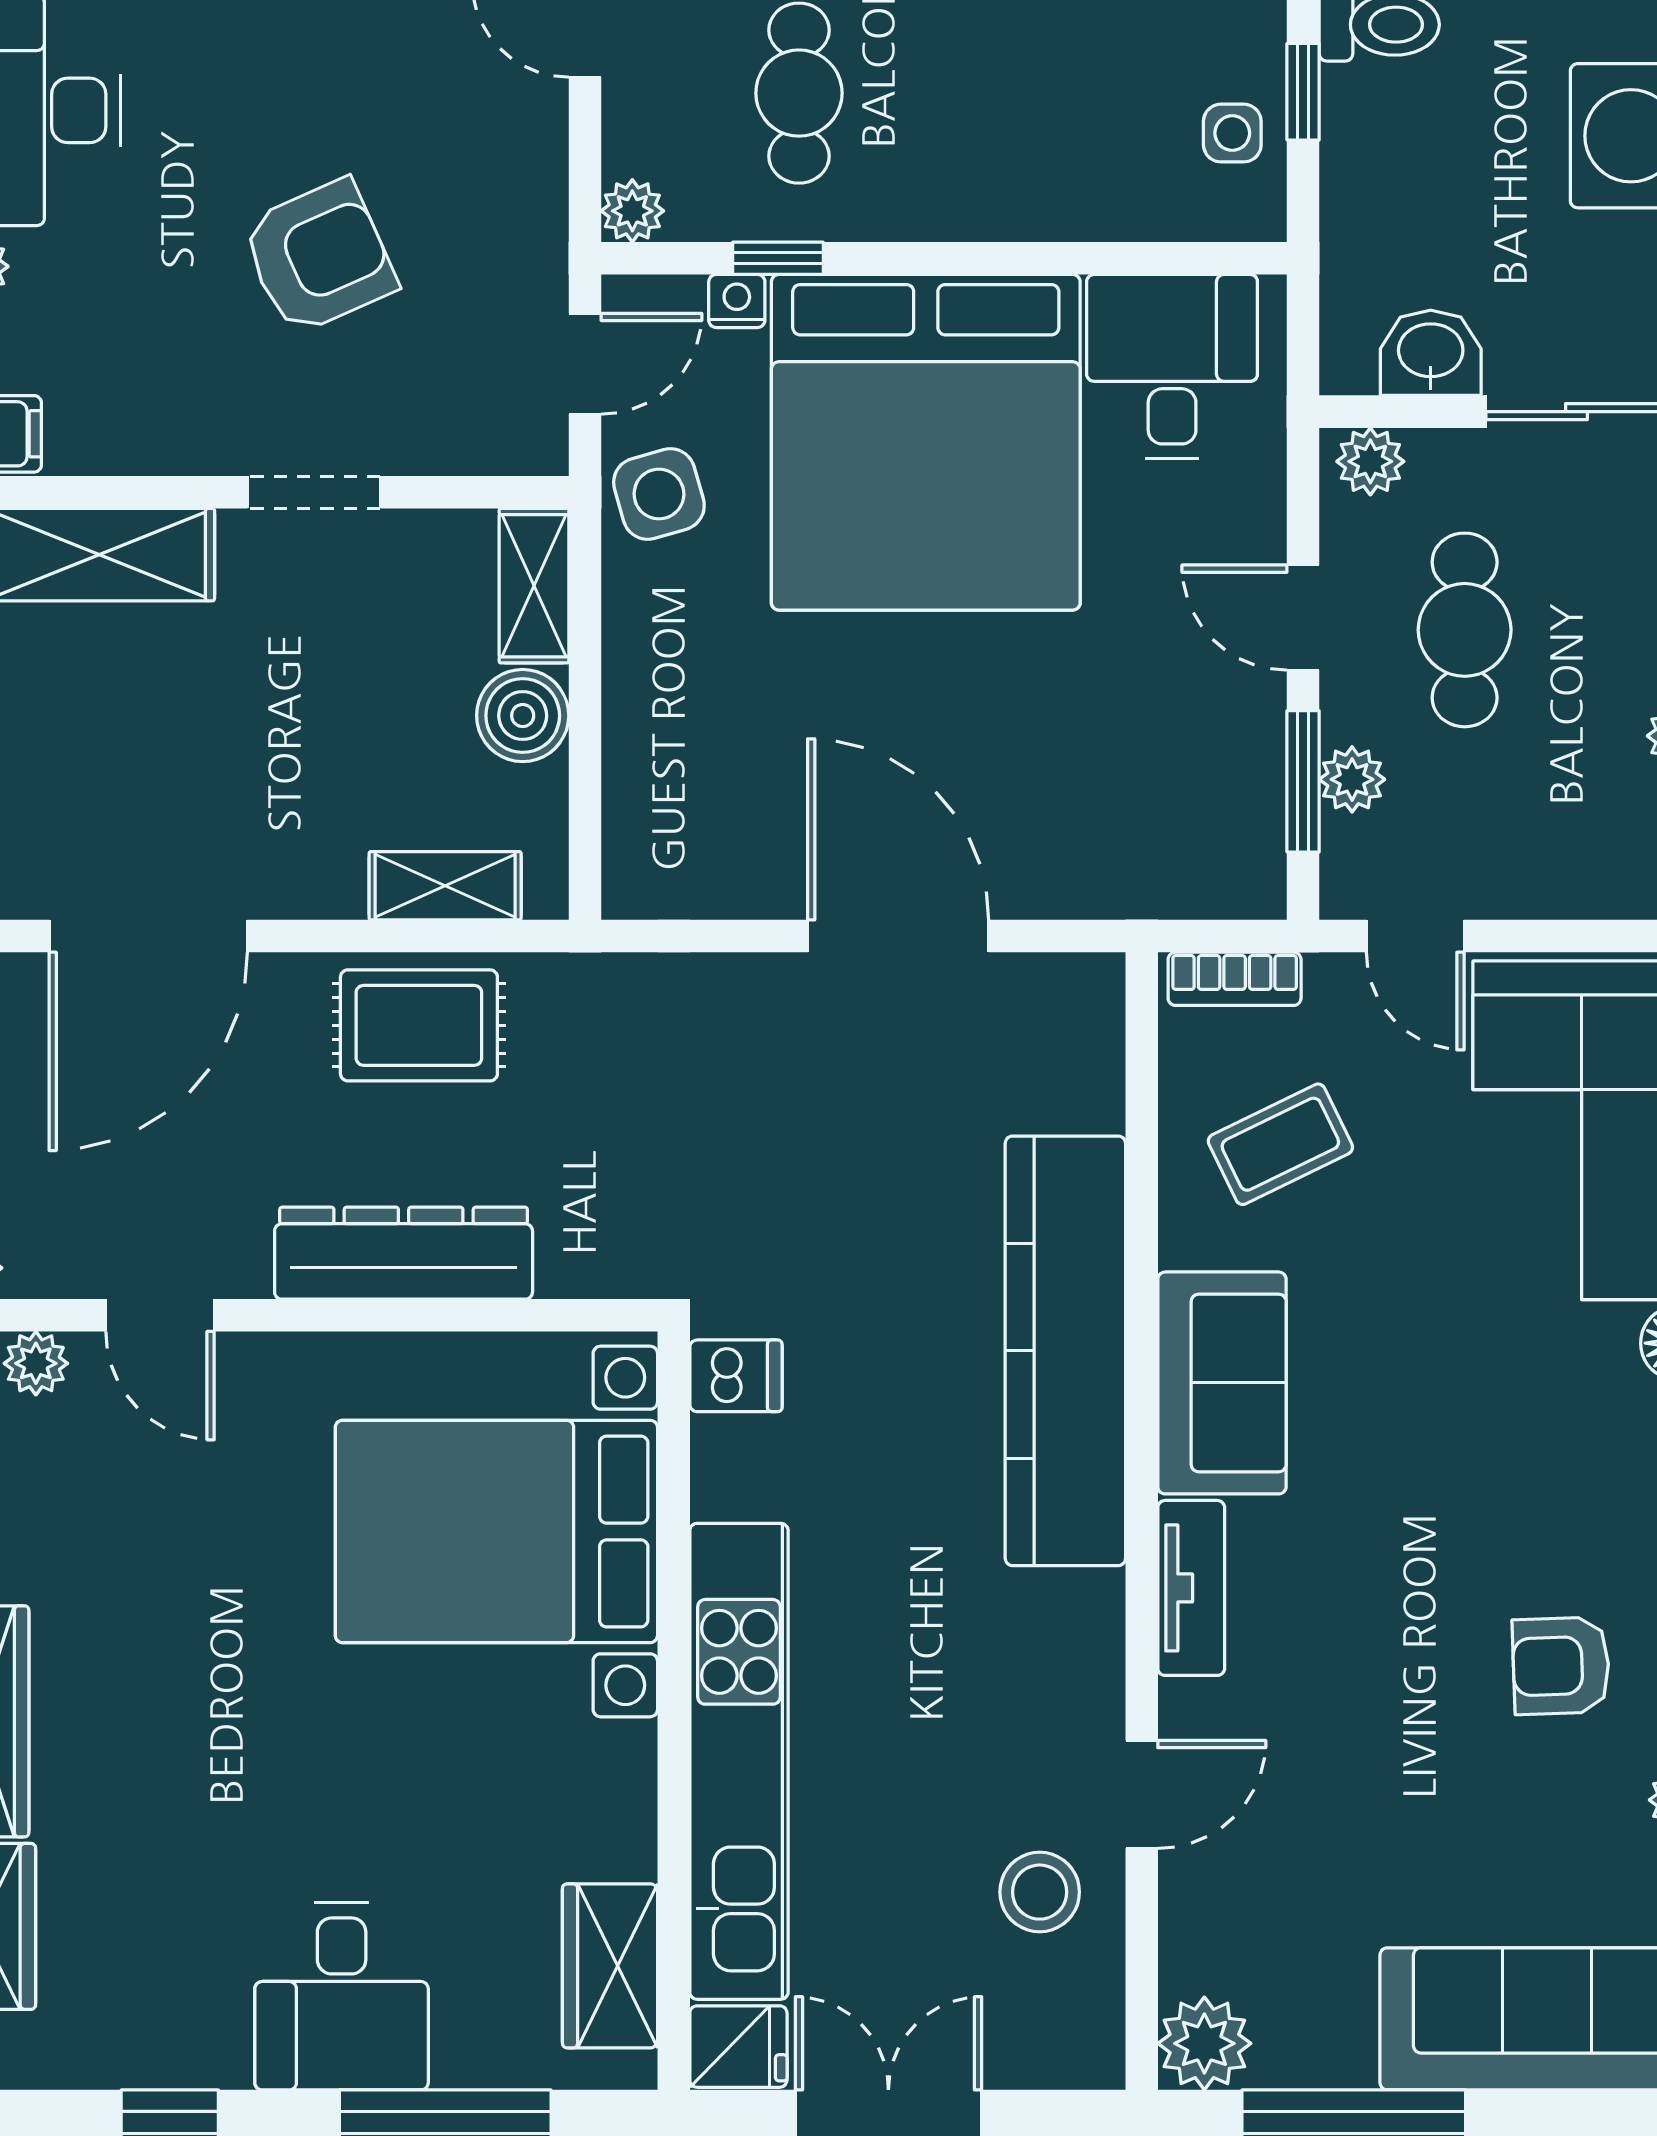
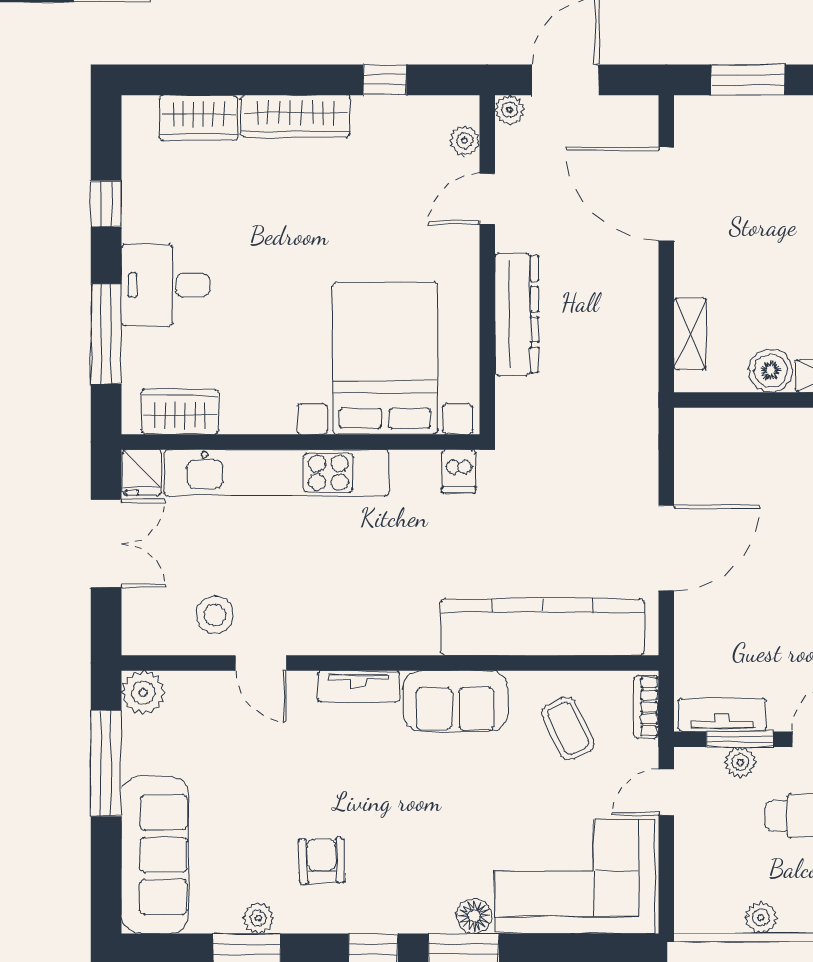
tv unit: (1252, 818) -> (722, 715), added
rug: (419, 1025) -> (624, 322), removed
kitchen counter: (1065, 1351) -> (542, 627), moved

